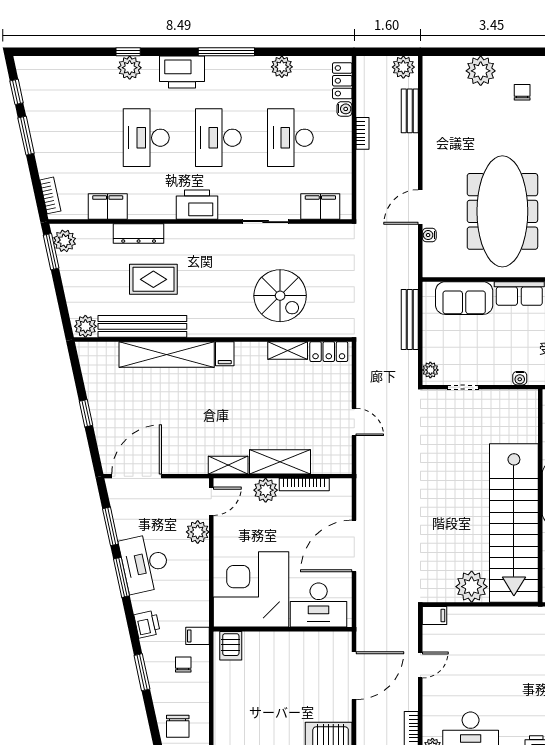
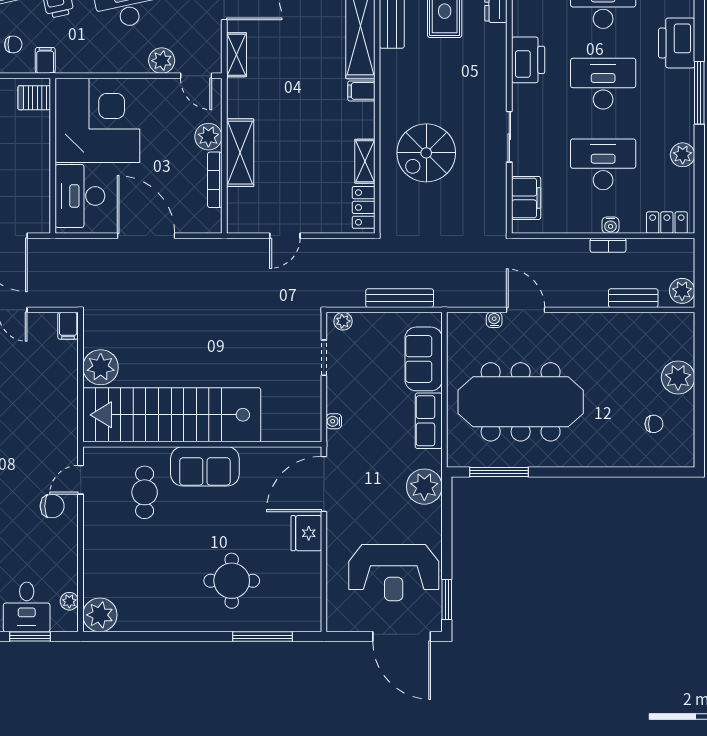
water cooler: (345, 109) -> (610, 225), moved
shelving: (228, 465) -> (237, 55), moved

